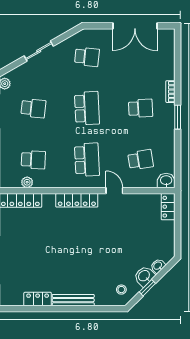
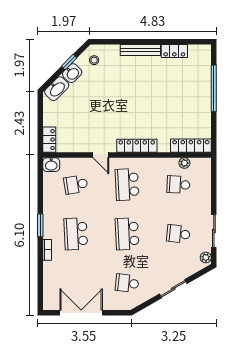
school desk: (141, 108) -> (76, 234), width x1.85
washbasin: (158, 266) -> (57, 89), width x1.91, depth x1.45

